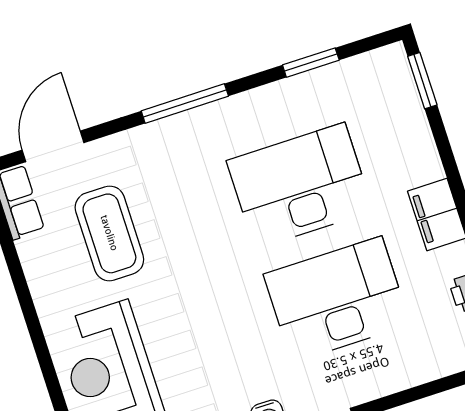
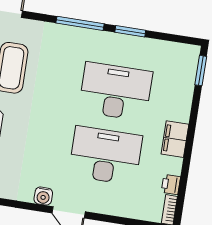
window: (311, 63) -> (130, 31), moved

